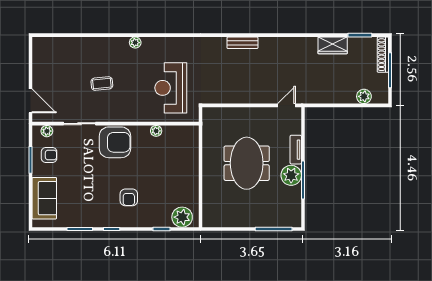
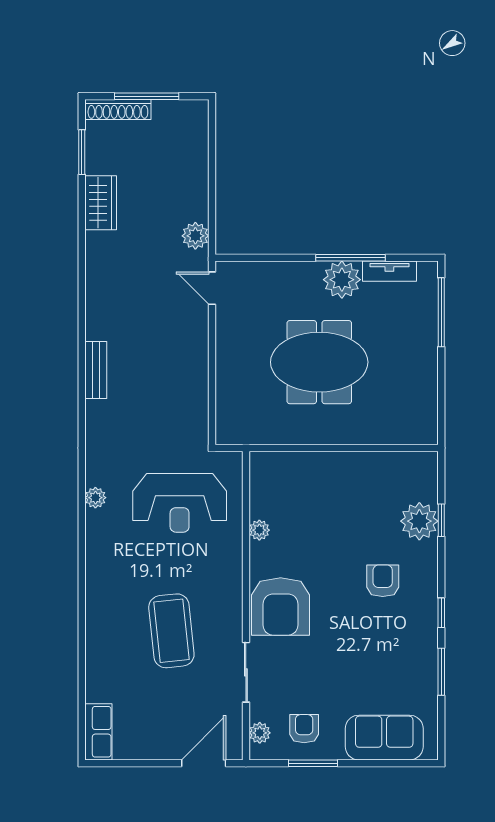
plant: (135, 43) -> (95, 498), moved
row of seats: (47, 44) -> (98, 732), added
coffee table: (102, 84) -> (171, 631), width x1.86, depth x1.72
plant: (364, 96) -> (195, 236), moved
armchair: (115, 142) -> (281, 606), turned 180
tv unit: (296, 150) -> (389, 271), moved
armchair: (129, 197) -> (383, 581), turned -90
plant: (182, 217) -> (419, 521), moved

